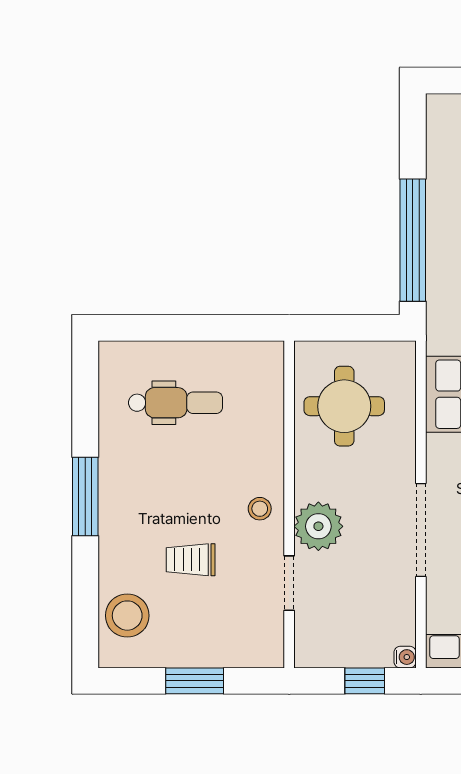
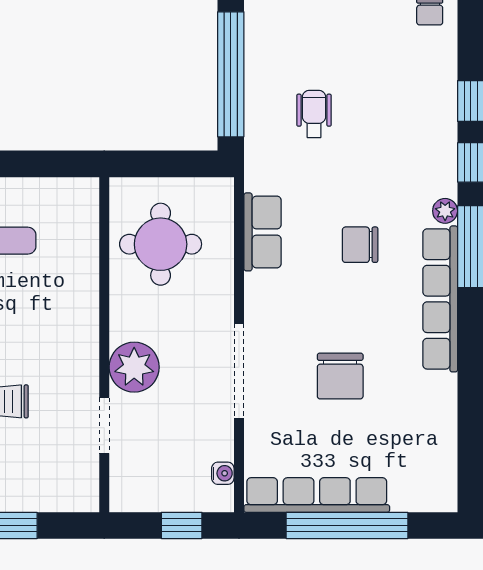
stool: (260, 509) -> (74, 349), removed
water cooler: (405, 657) -> (223, 473), moved

